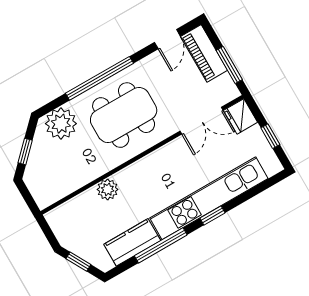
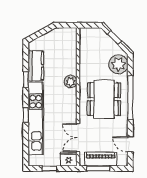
piano: (204, 53) -> (101, 159), moved
plant: (108, 189) -> (70, 82), moved
window: (161, 245) -> (26, 80), width x0.46
window: (78, 262) -> (42, 32), removed

